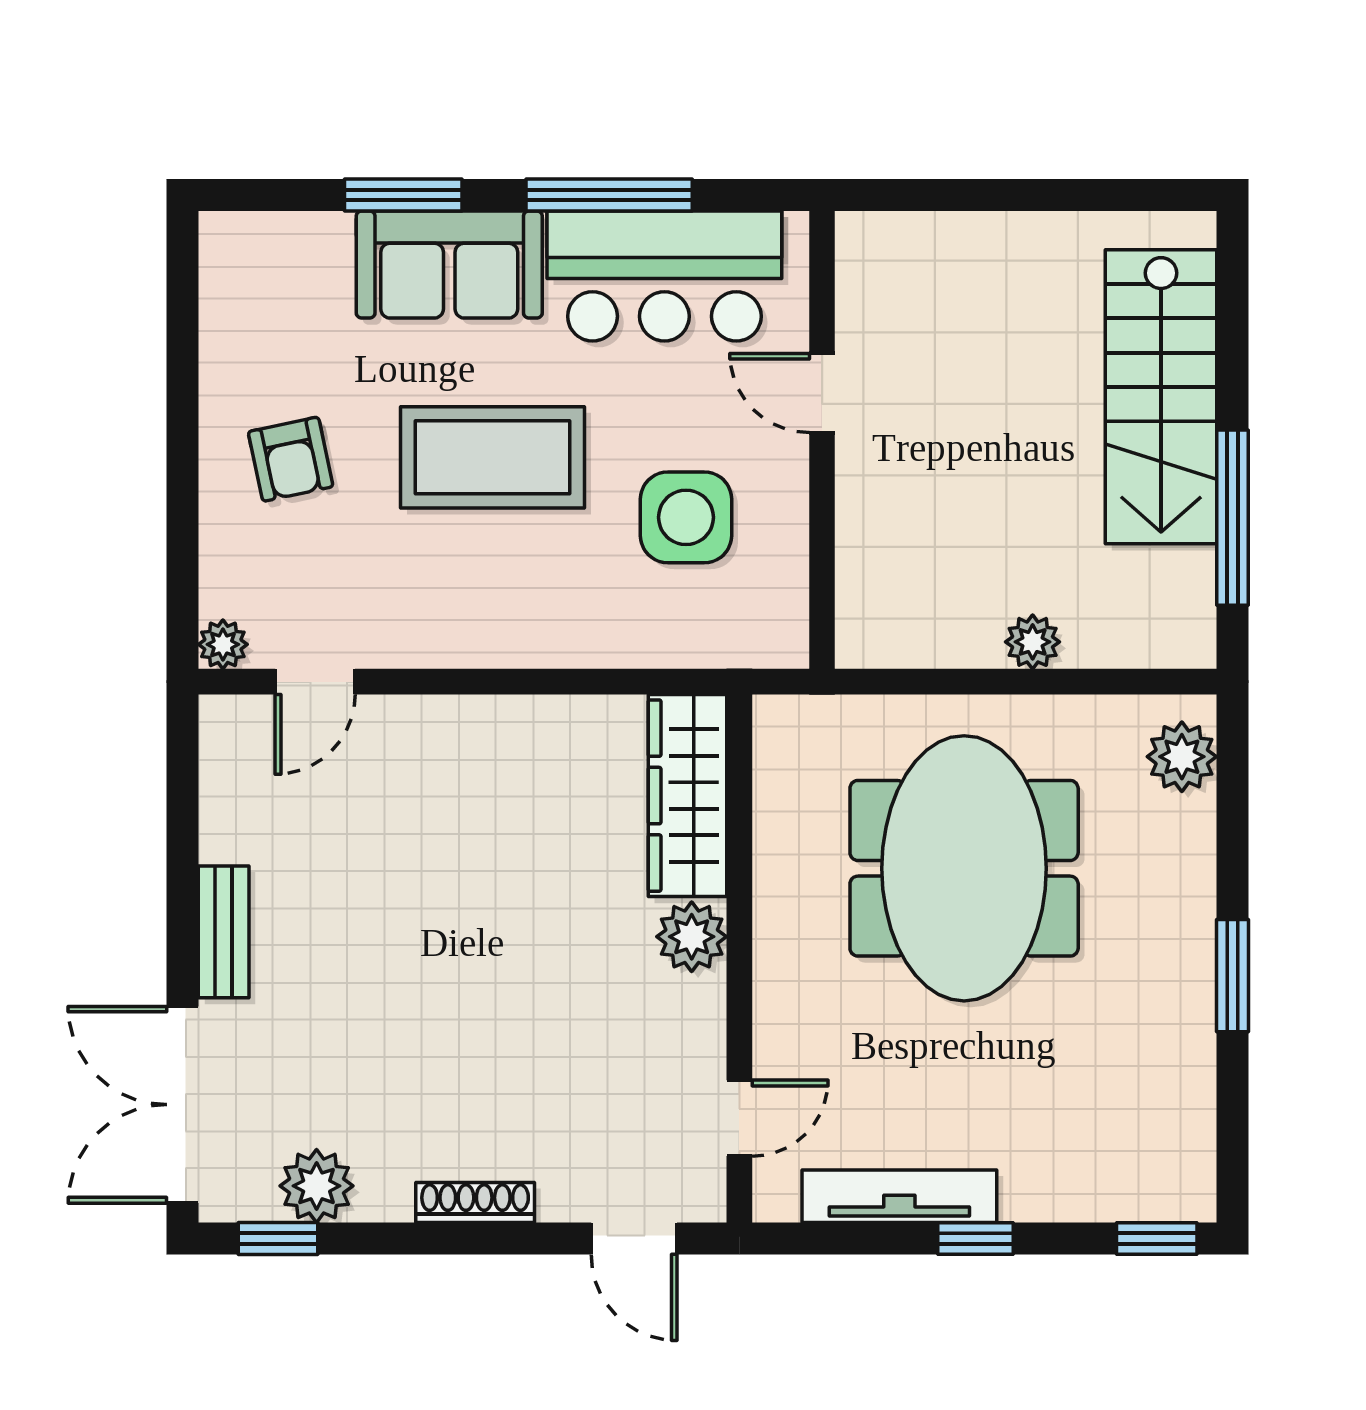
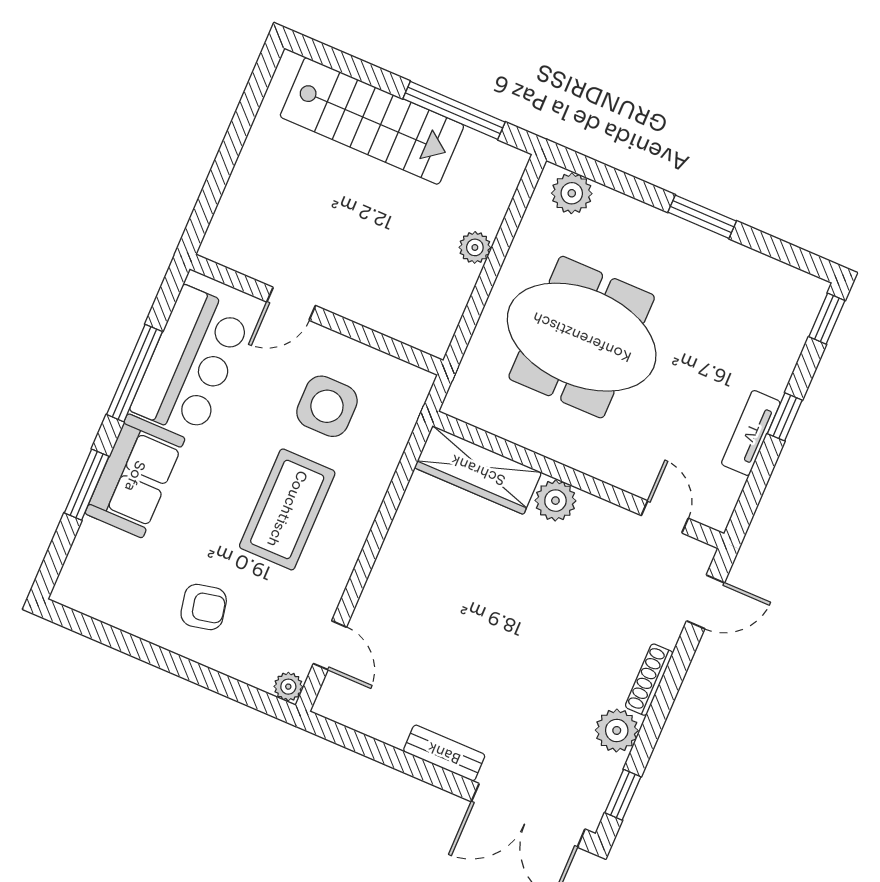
coffee table: (493, 457) -> (287, 509), moved
plant: (317, 1186) -> (617, 730), moved
tv unit: (899, 1196) -> (751, 433), width x0.71

